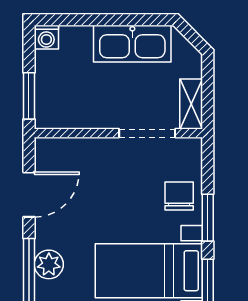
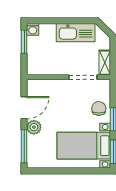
window: (29, 96) -> (24, 42), moved
plant: (49, 264) -> (34, 127), moved

